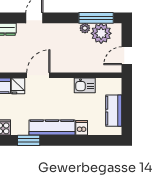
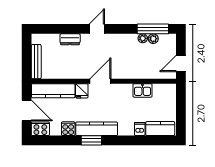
plant: (101, 33) -> (153, 39), width x0.53, depth x0.53
kitchen counter: (114, 111) -> (160, 129), moved, turned 90
kitchen counter: (52, 127) -> (97, 129), moved

